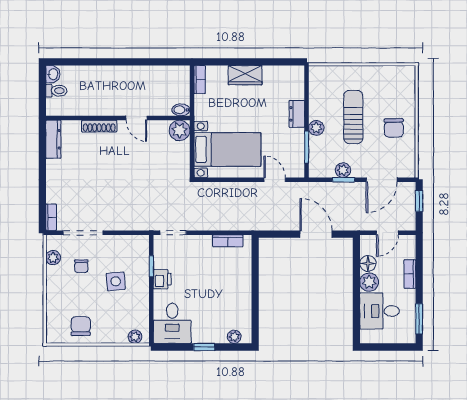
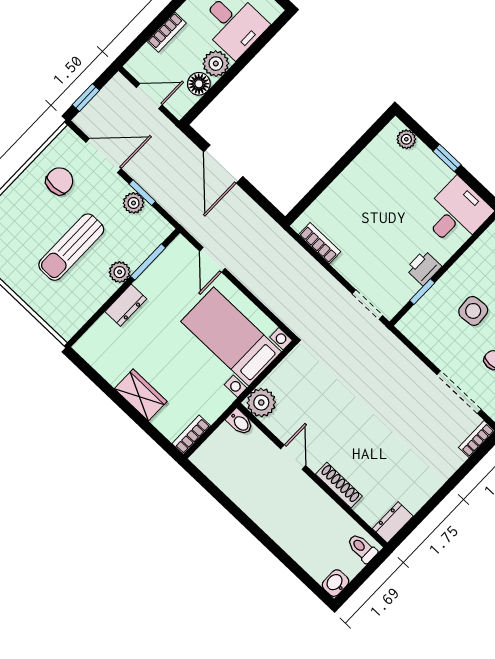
toilet: (56, 91) -> (362, 548), moved
chair: (394, 128) -> (59, 181), moved
dresser: (53, 139) -> (393, 522), width x0.70

